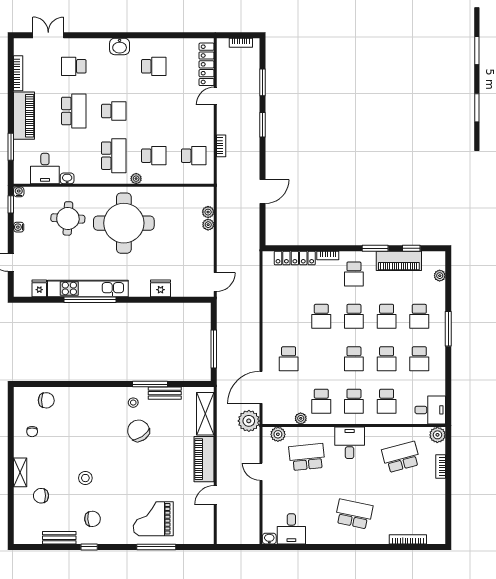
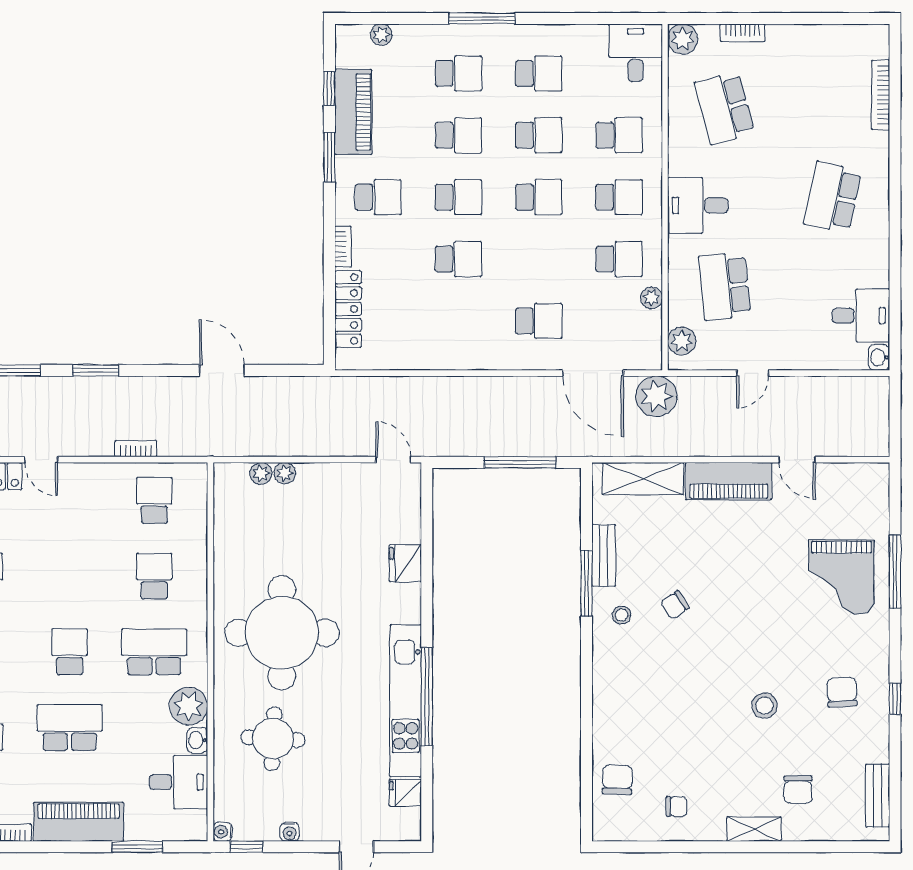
plant: (136, 179) -> (189, 706), moved, width x1.88, depth x1.88
chair: (139, 431) -> (675, 605), width x0.54, depth x0.54
bench: (59, 538) -> (878, 796), moved

